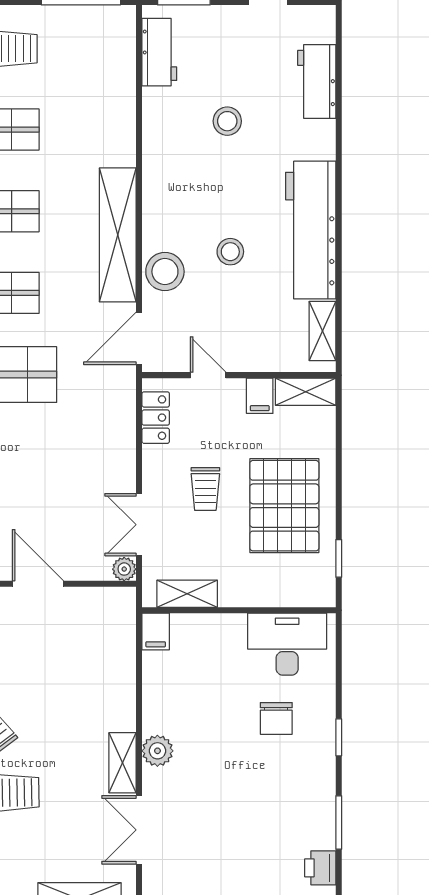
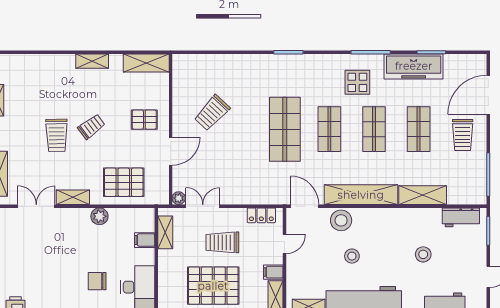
shelving: (119, 122) -> (423, 195), added
trolley: (205, 489) -> (222, 242), width x1.36, depth x1.39
filing cabinet: (156, 631) -> (145, 240), moved
pallet: (95, 670) -> (124, 182), added
plant: (157, 751) -> (99, 216), moved

